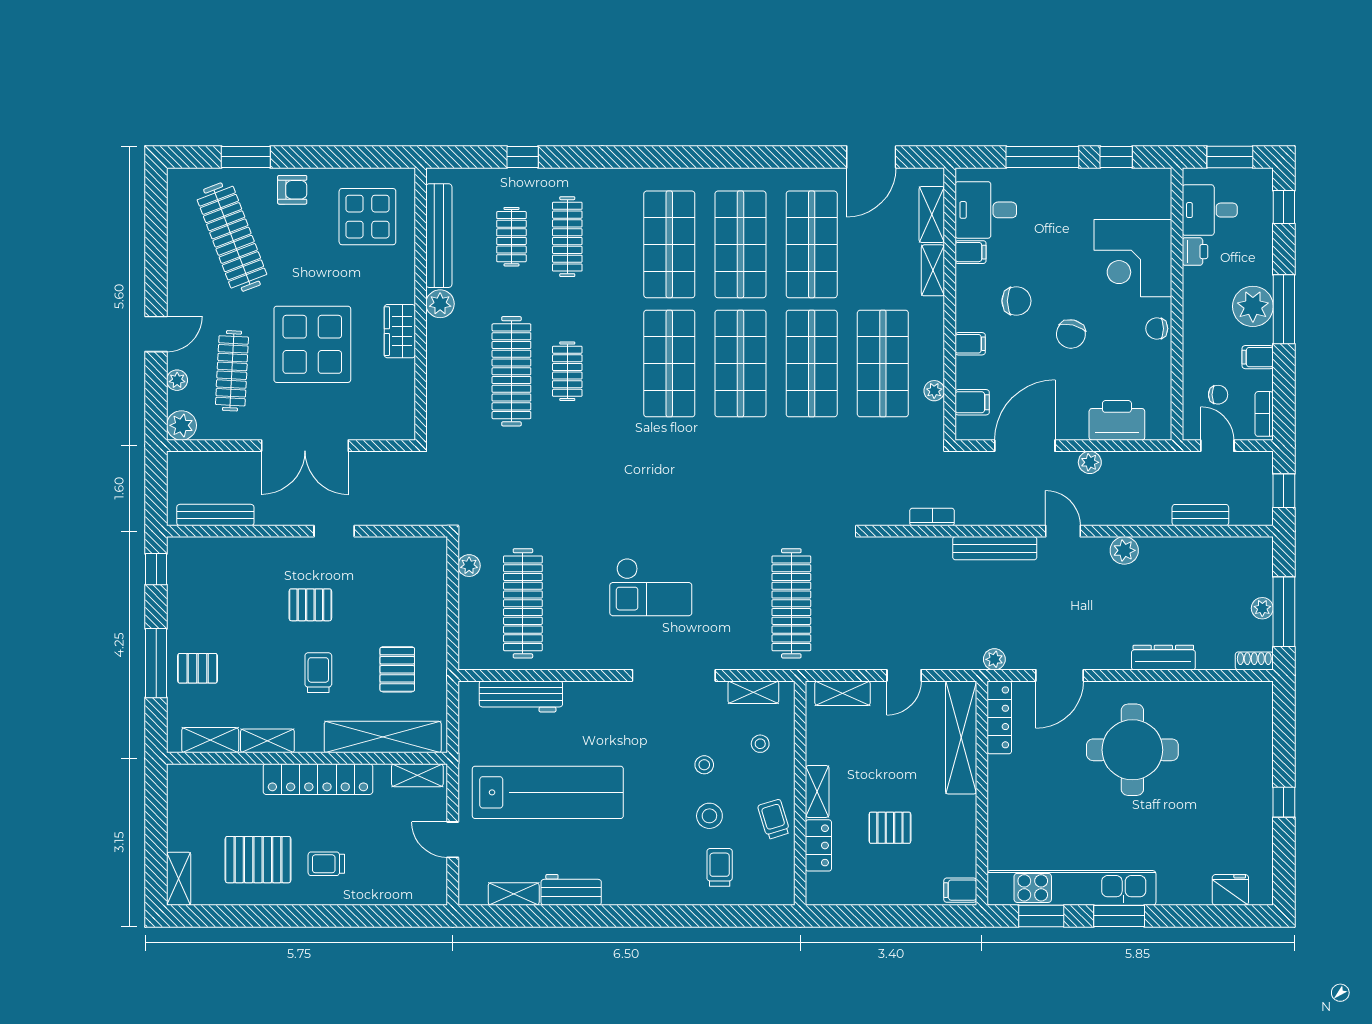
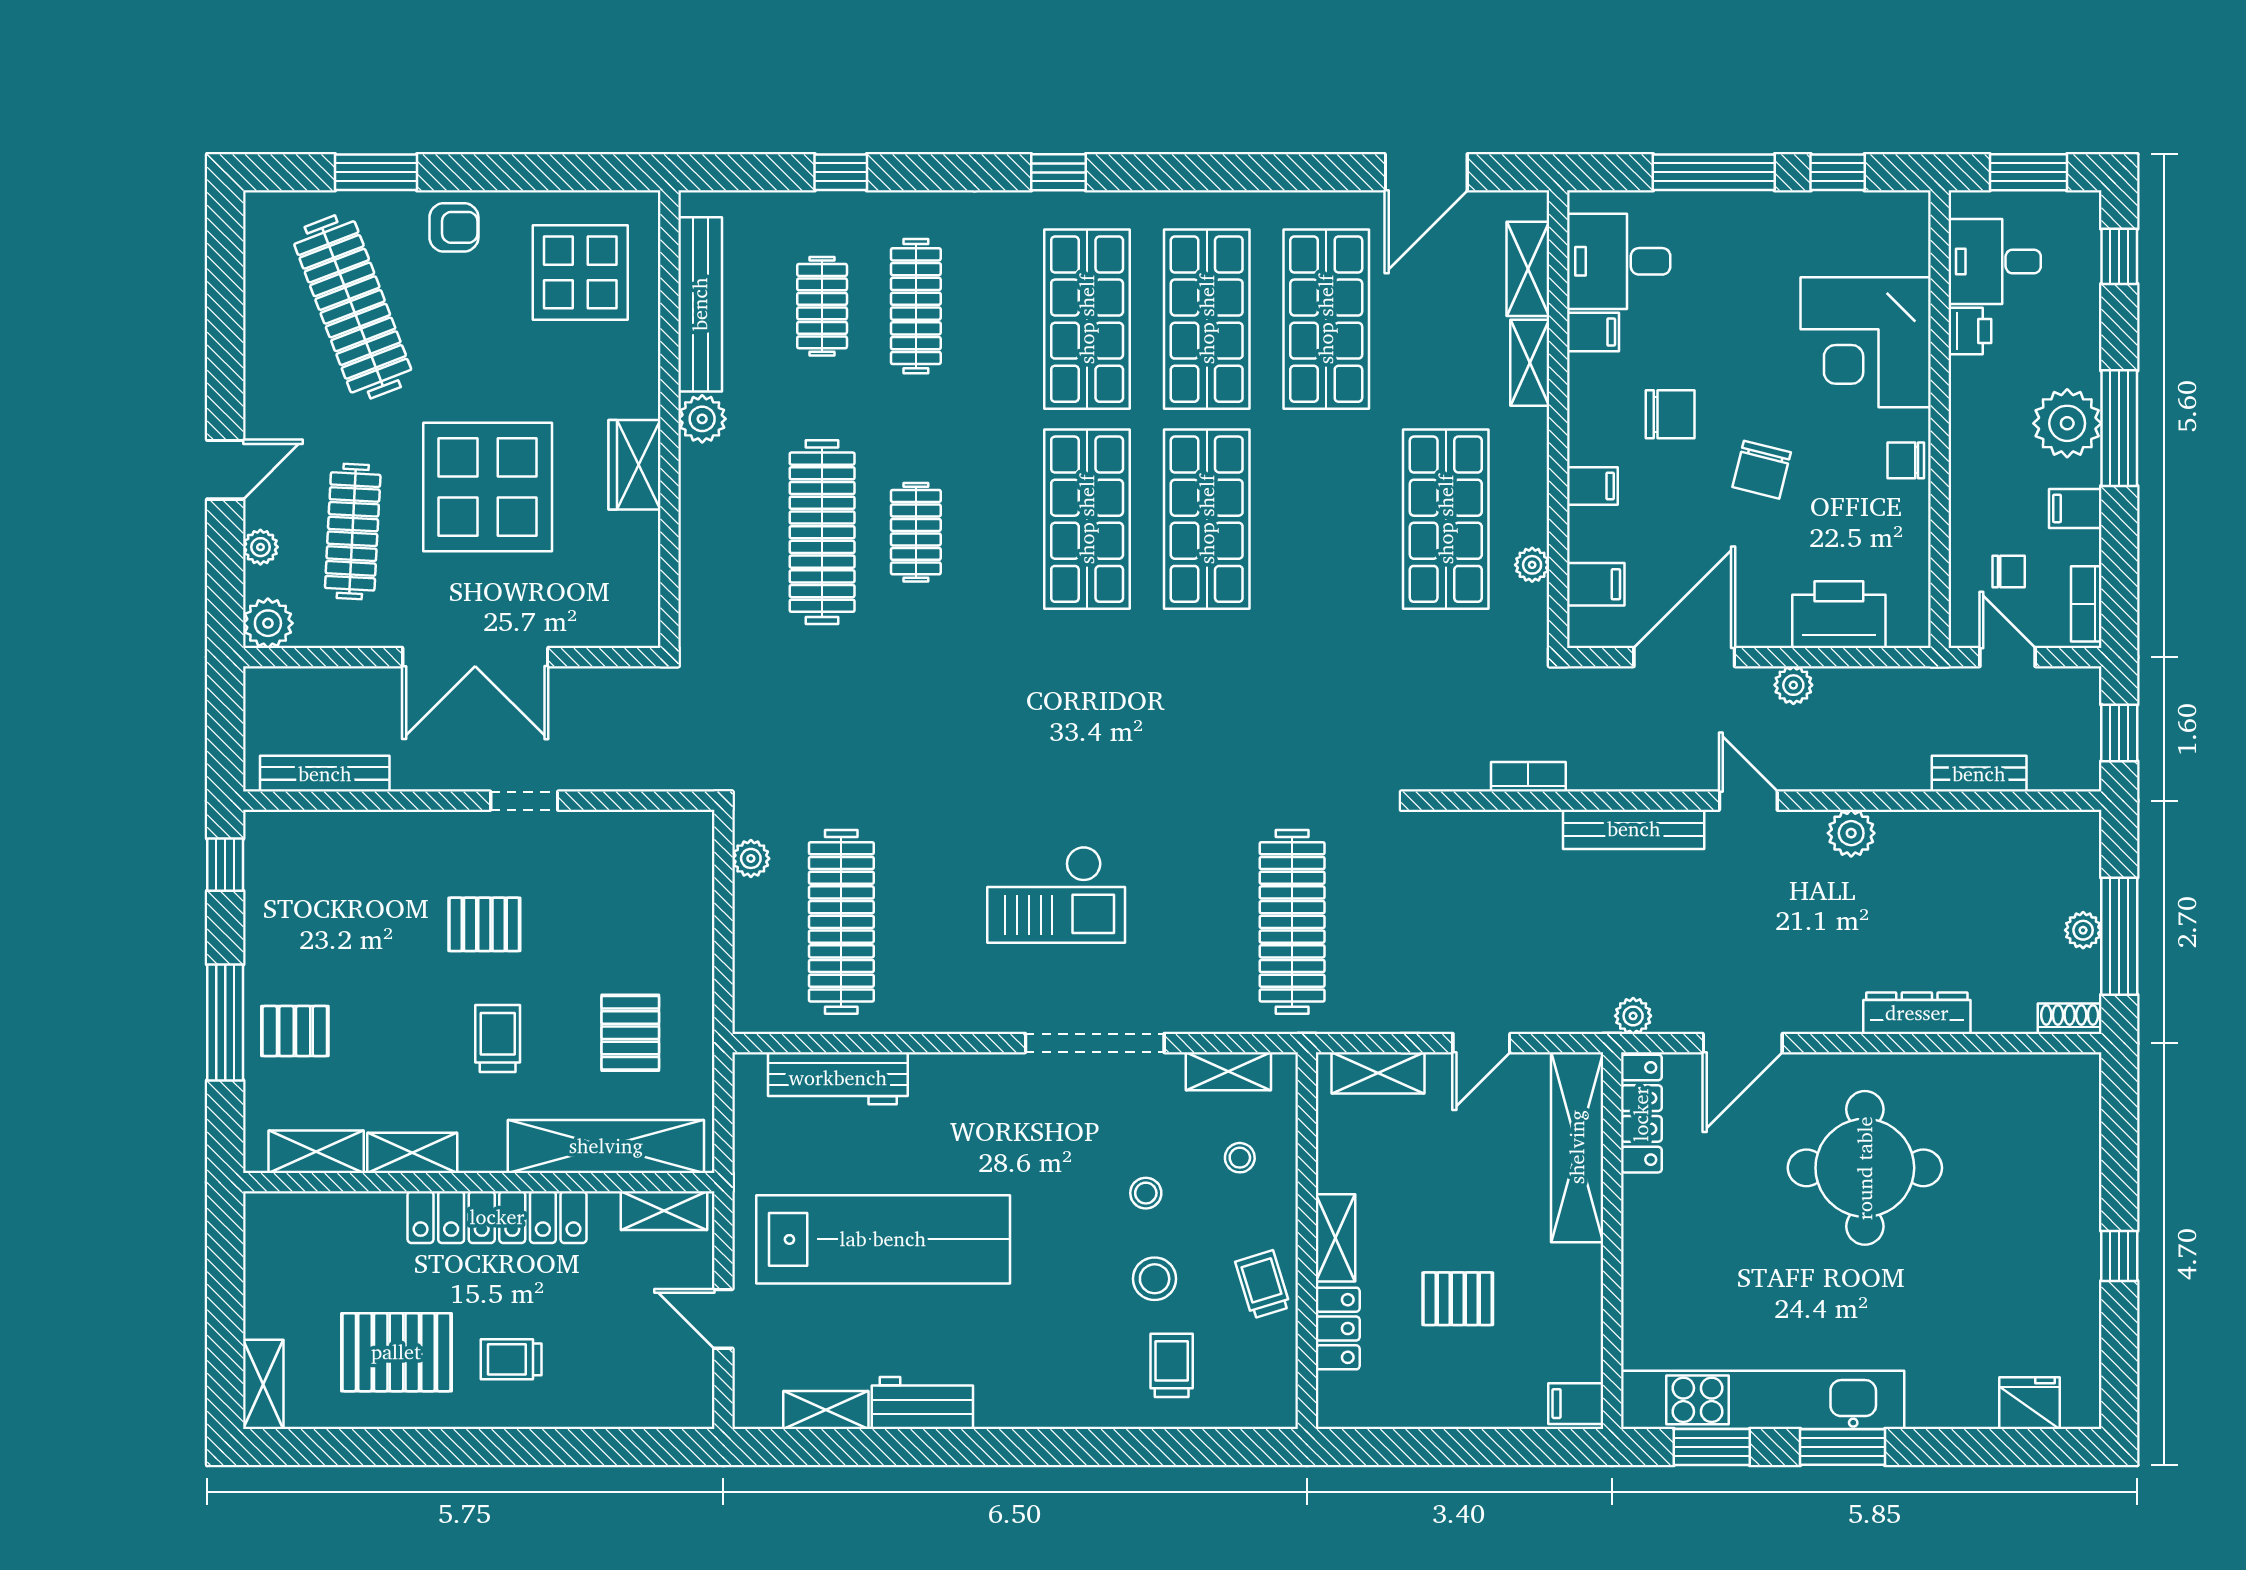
window: (652, 157) -> (1059, 172), added
shop shelf: (812, 364) -> (1326, 519), removed

